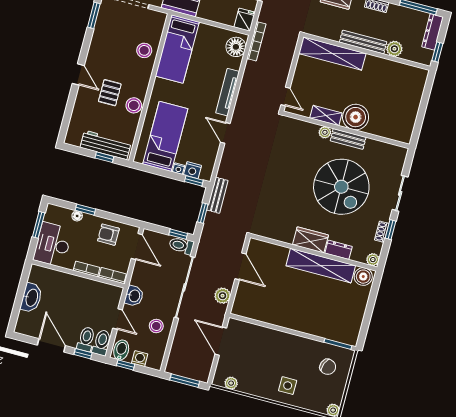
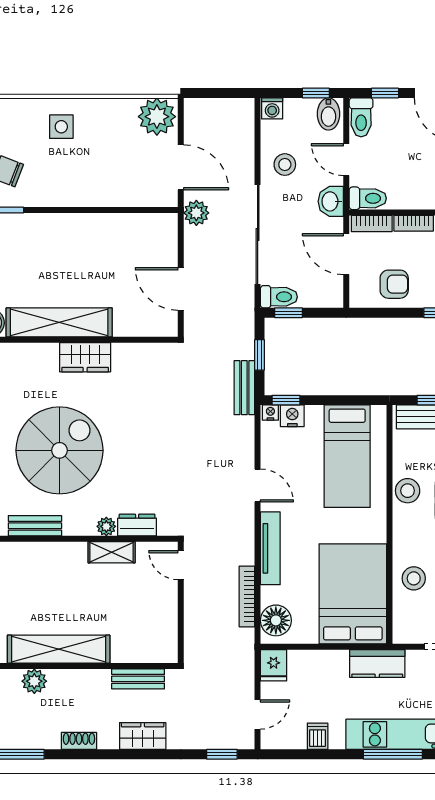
bookcase: (256, 41) -> (247, 596), moved
bench: (363, 42) -> (138, 679), moved, width x0.73
bed: (177, 49) -> (353, 594), width x1.50
shelving: (332, 54) -> (59, 649), moved
boiler: (356, 117) -> (66, 562), removed
bench: (348, 139) -> (35, 526), moved
nightstand: (179, 169) -> (270, 413), moved
spiral stairs: (341, 187) -> (59, 450), turned 90
door: (137, 247) -> (346, 254), moved
dresser: (339, 250) -> (137, 525), moved, turned 180
plant: (223, 296) -> (196, 213), moved
toilet: (86, 339) -> (368, 198), moved, turned -90
washing machine: (140, 359) -> (272, 108), moved
window: (185, 381) -> (220, 93), removed
plant: (231, 383) -> (157, 117), width x1.88, depth x1.88

